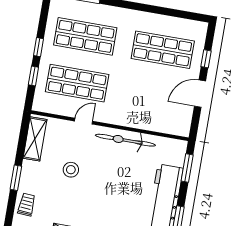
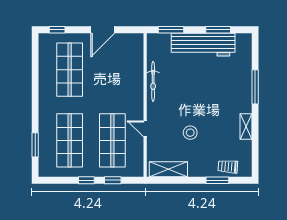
window: (206, 59) -> (57, 30), moved
door: (200, 94) -> (103, 30), hinge flipped
bicycle: (125, 140) -> (153, 81), width x0.73, depth x0.71
window: (16, 178) -> (217, 180), moved

